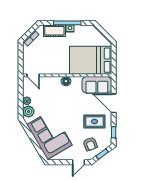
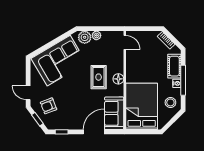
stool: (87, 34) -> (170, 102), added
door: (33, 75) -> (125, 42), swing flipped
rug: (94, 121) -> (99, 77), moved

